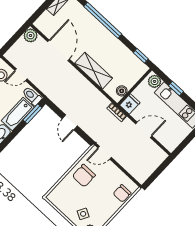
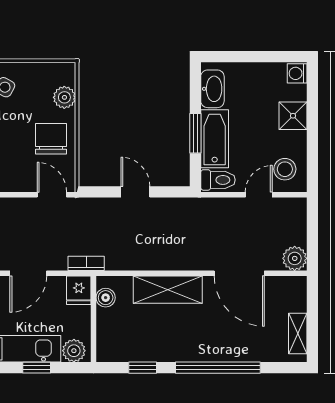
window: (141, 56) -> (143, 368), moved
window: (32, 114) -> (195, 133), moved
door: (105, 153) -> (52, 195), hinge flipped
plant: (63, 187) -> (64, 97), added

